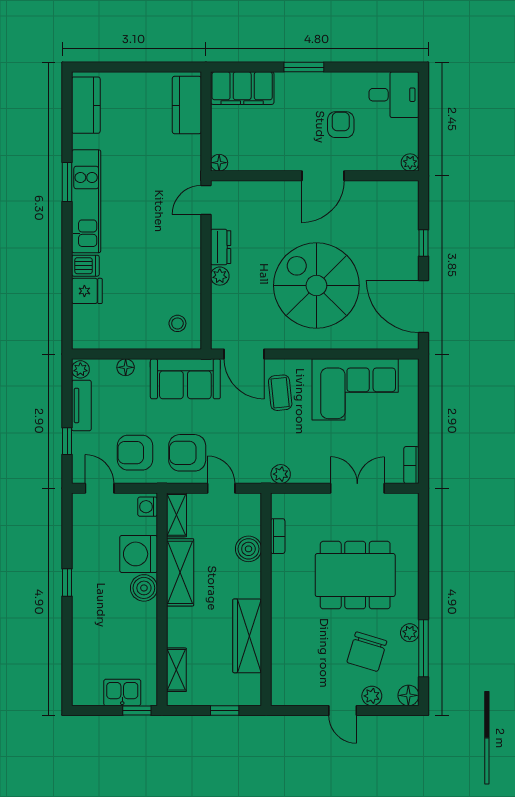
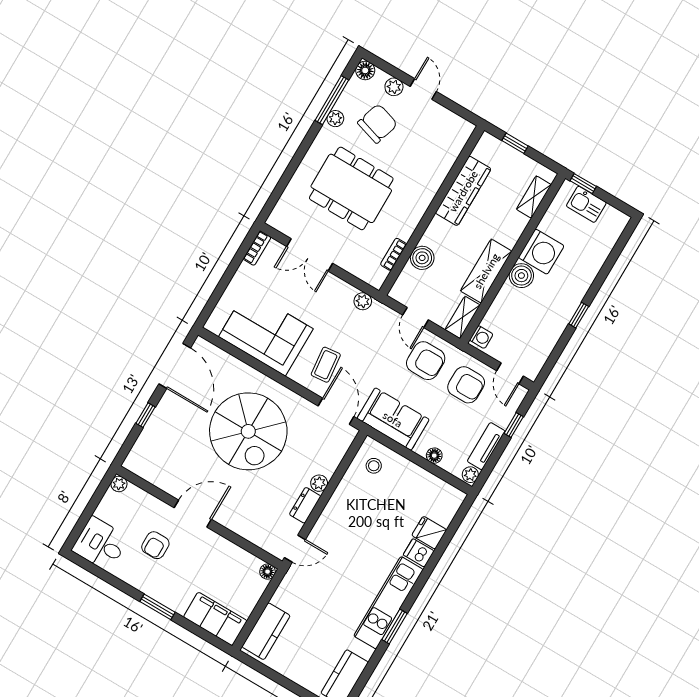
washing machine: (139, 554) -> (541, 252), moved

